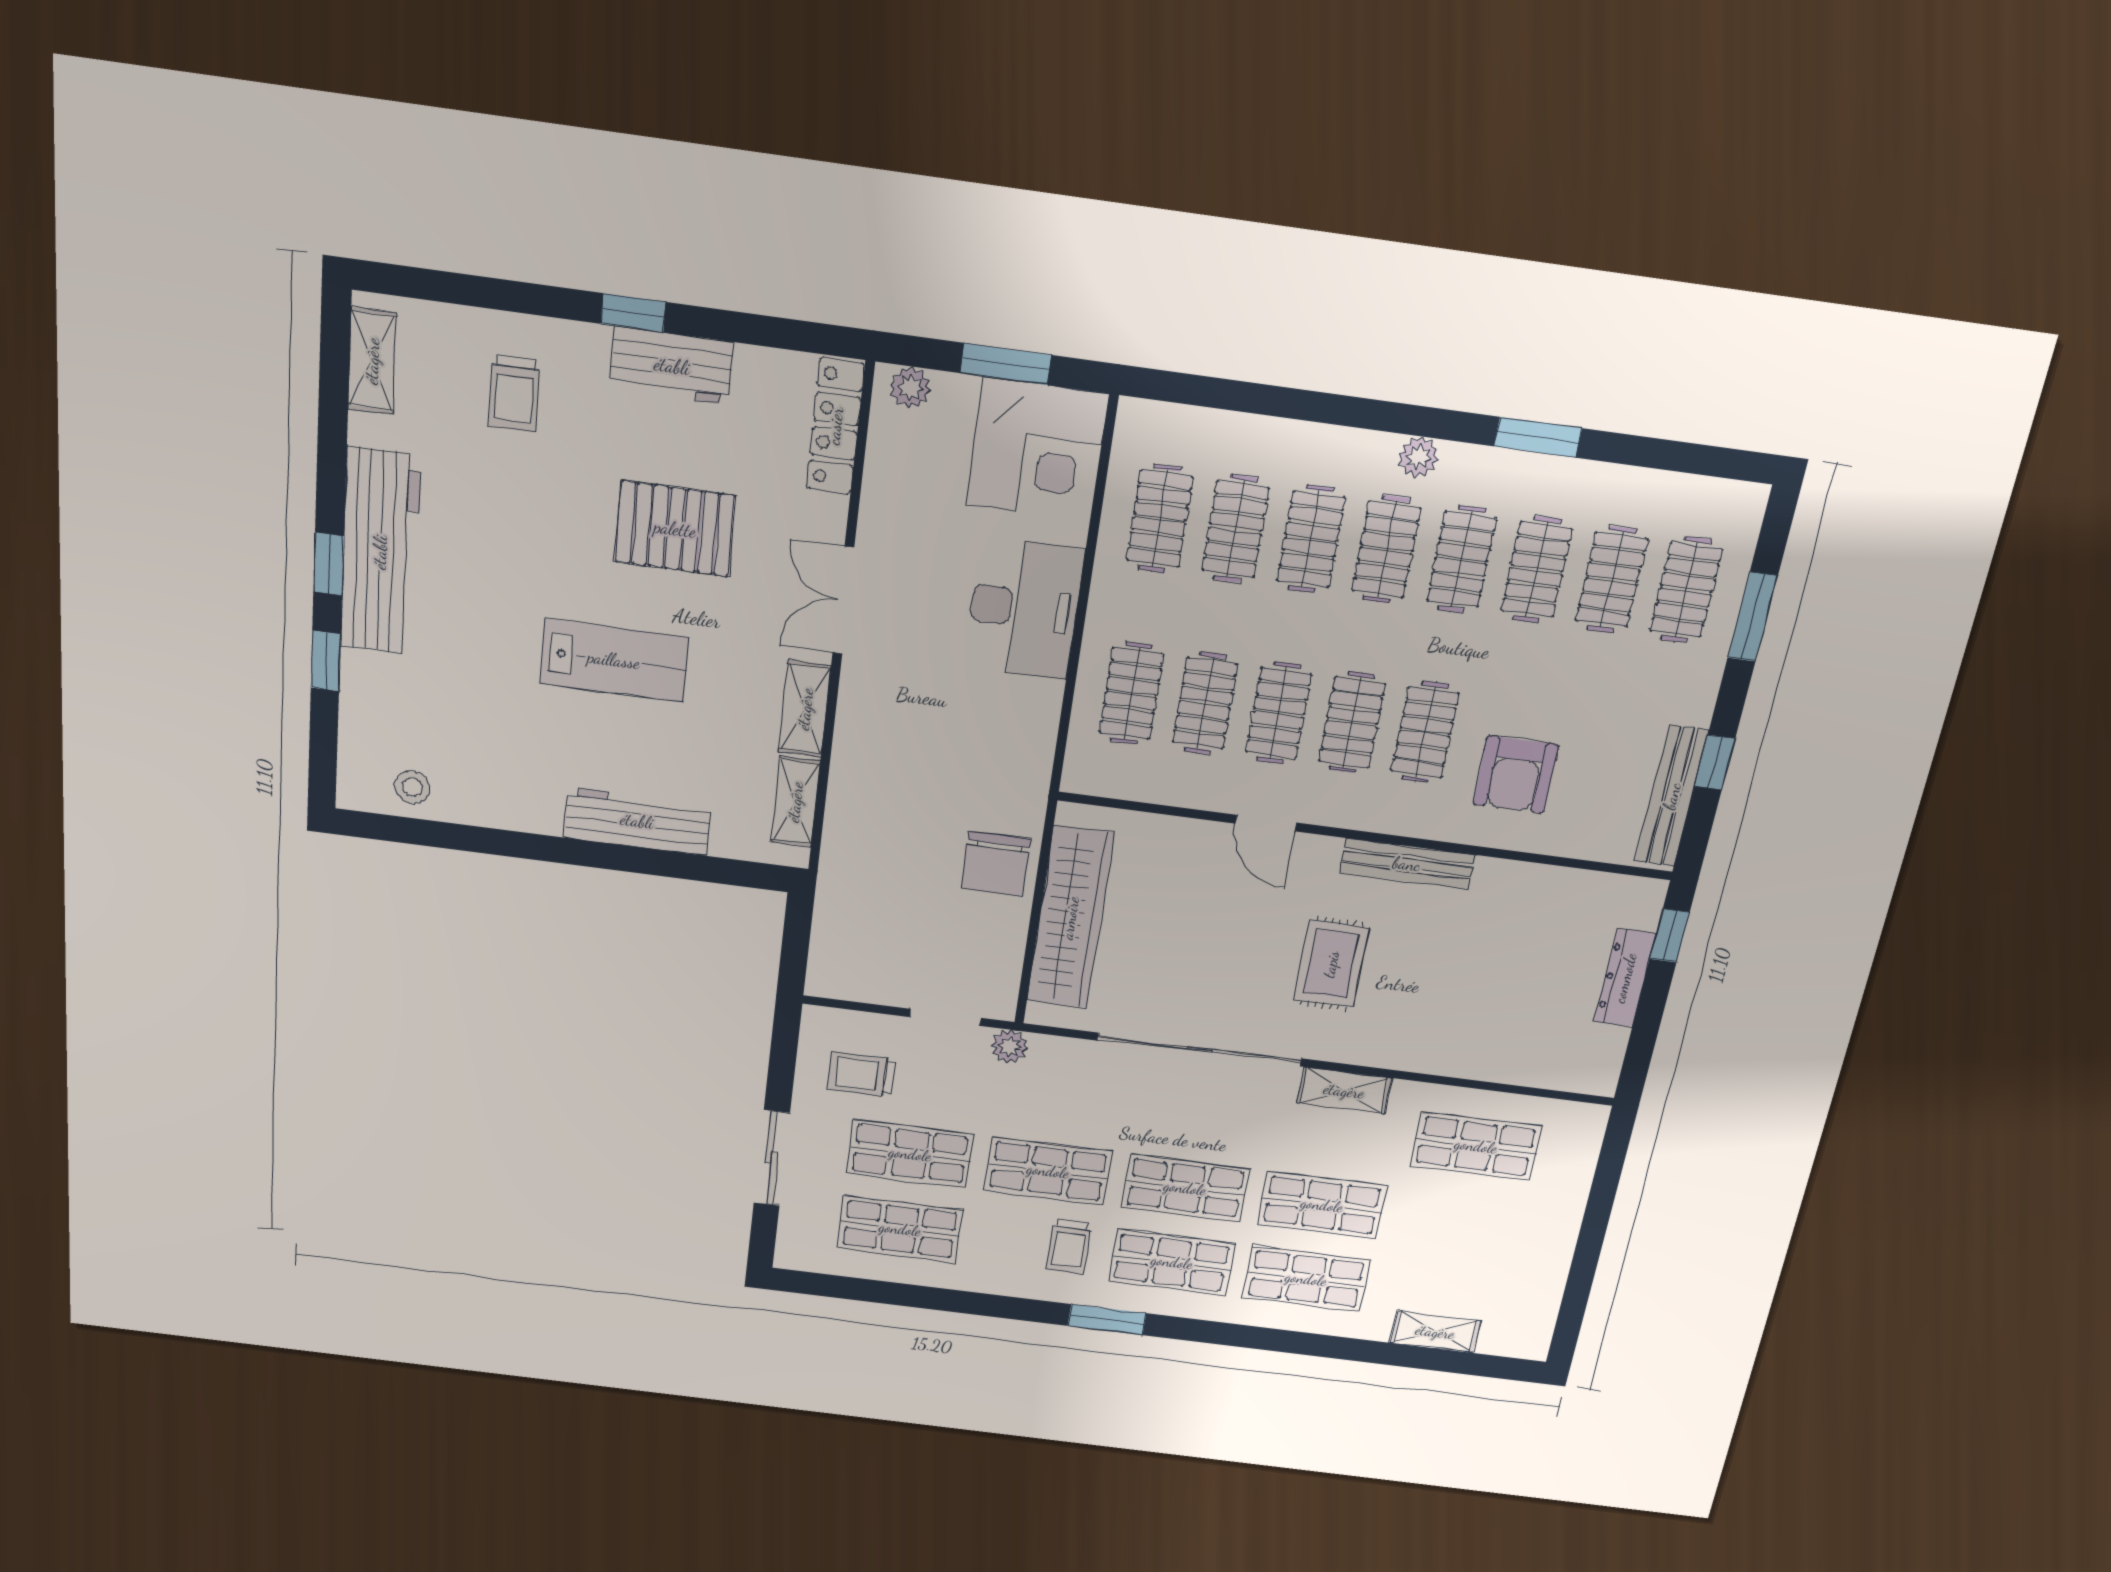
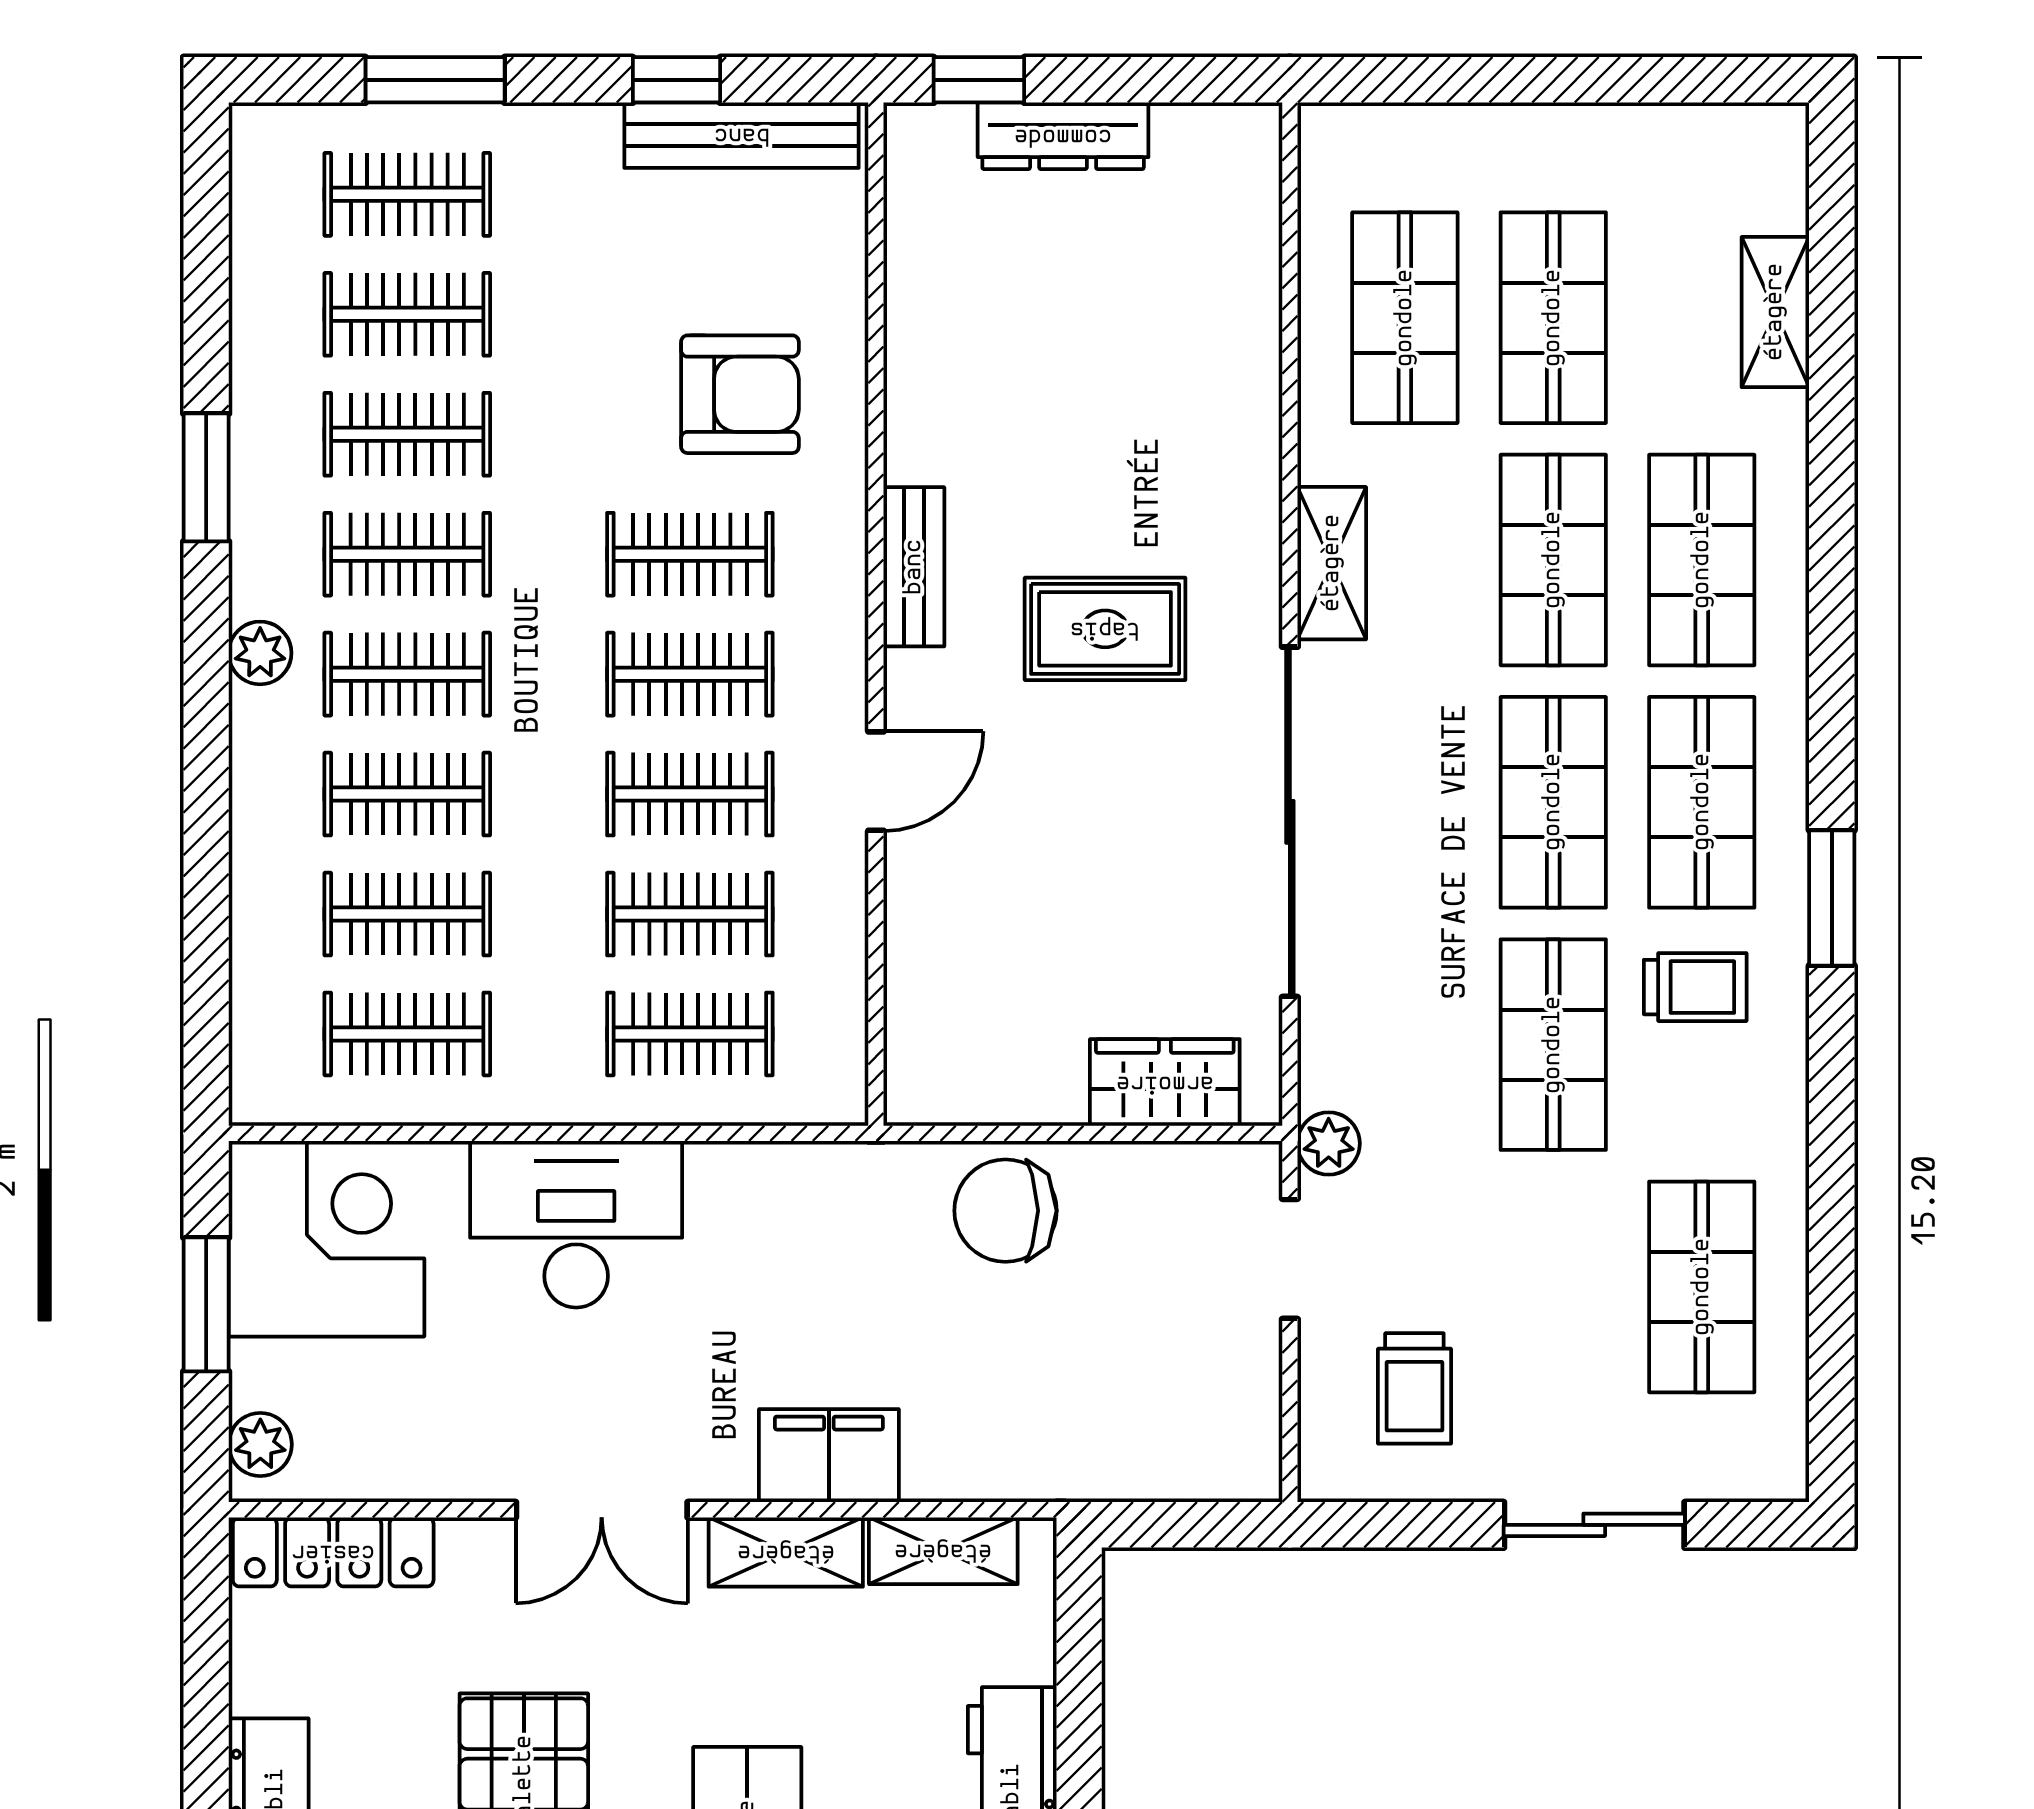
filing cabinet: (861, 742) -> (829, 1456), added
chair: (996, 864) -> (1005, 1211), turned 180
bench: (1407, 864) -> (914, 567), width x0.73
wardrobe: (1070, 918) -> (1165, 1083), width x0.48, depth x0.85
shop shelf: (910, 1154) -> (1553, 318), moved

